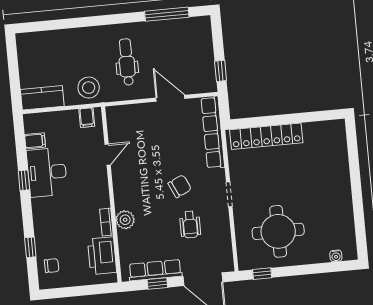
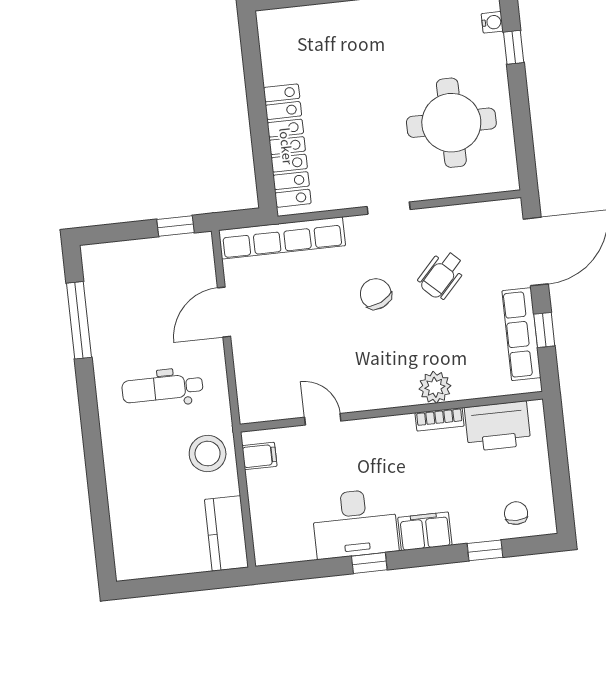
filing cabinet: (35, 141) -> (425, 531), moved, width x2.00
wheelchair: (190, 225) -> (442, 275), turned 133
window: (262, 274) -> (514, 47), moved

